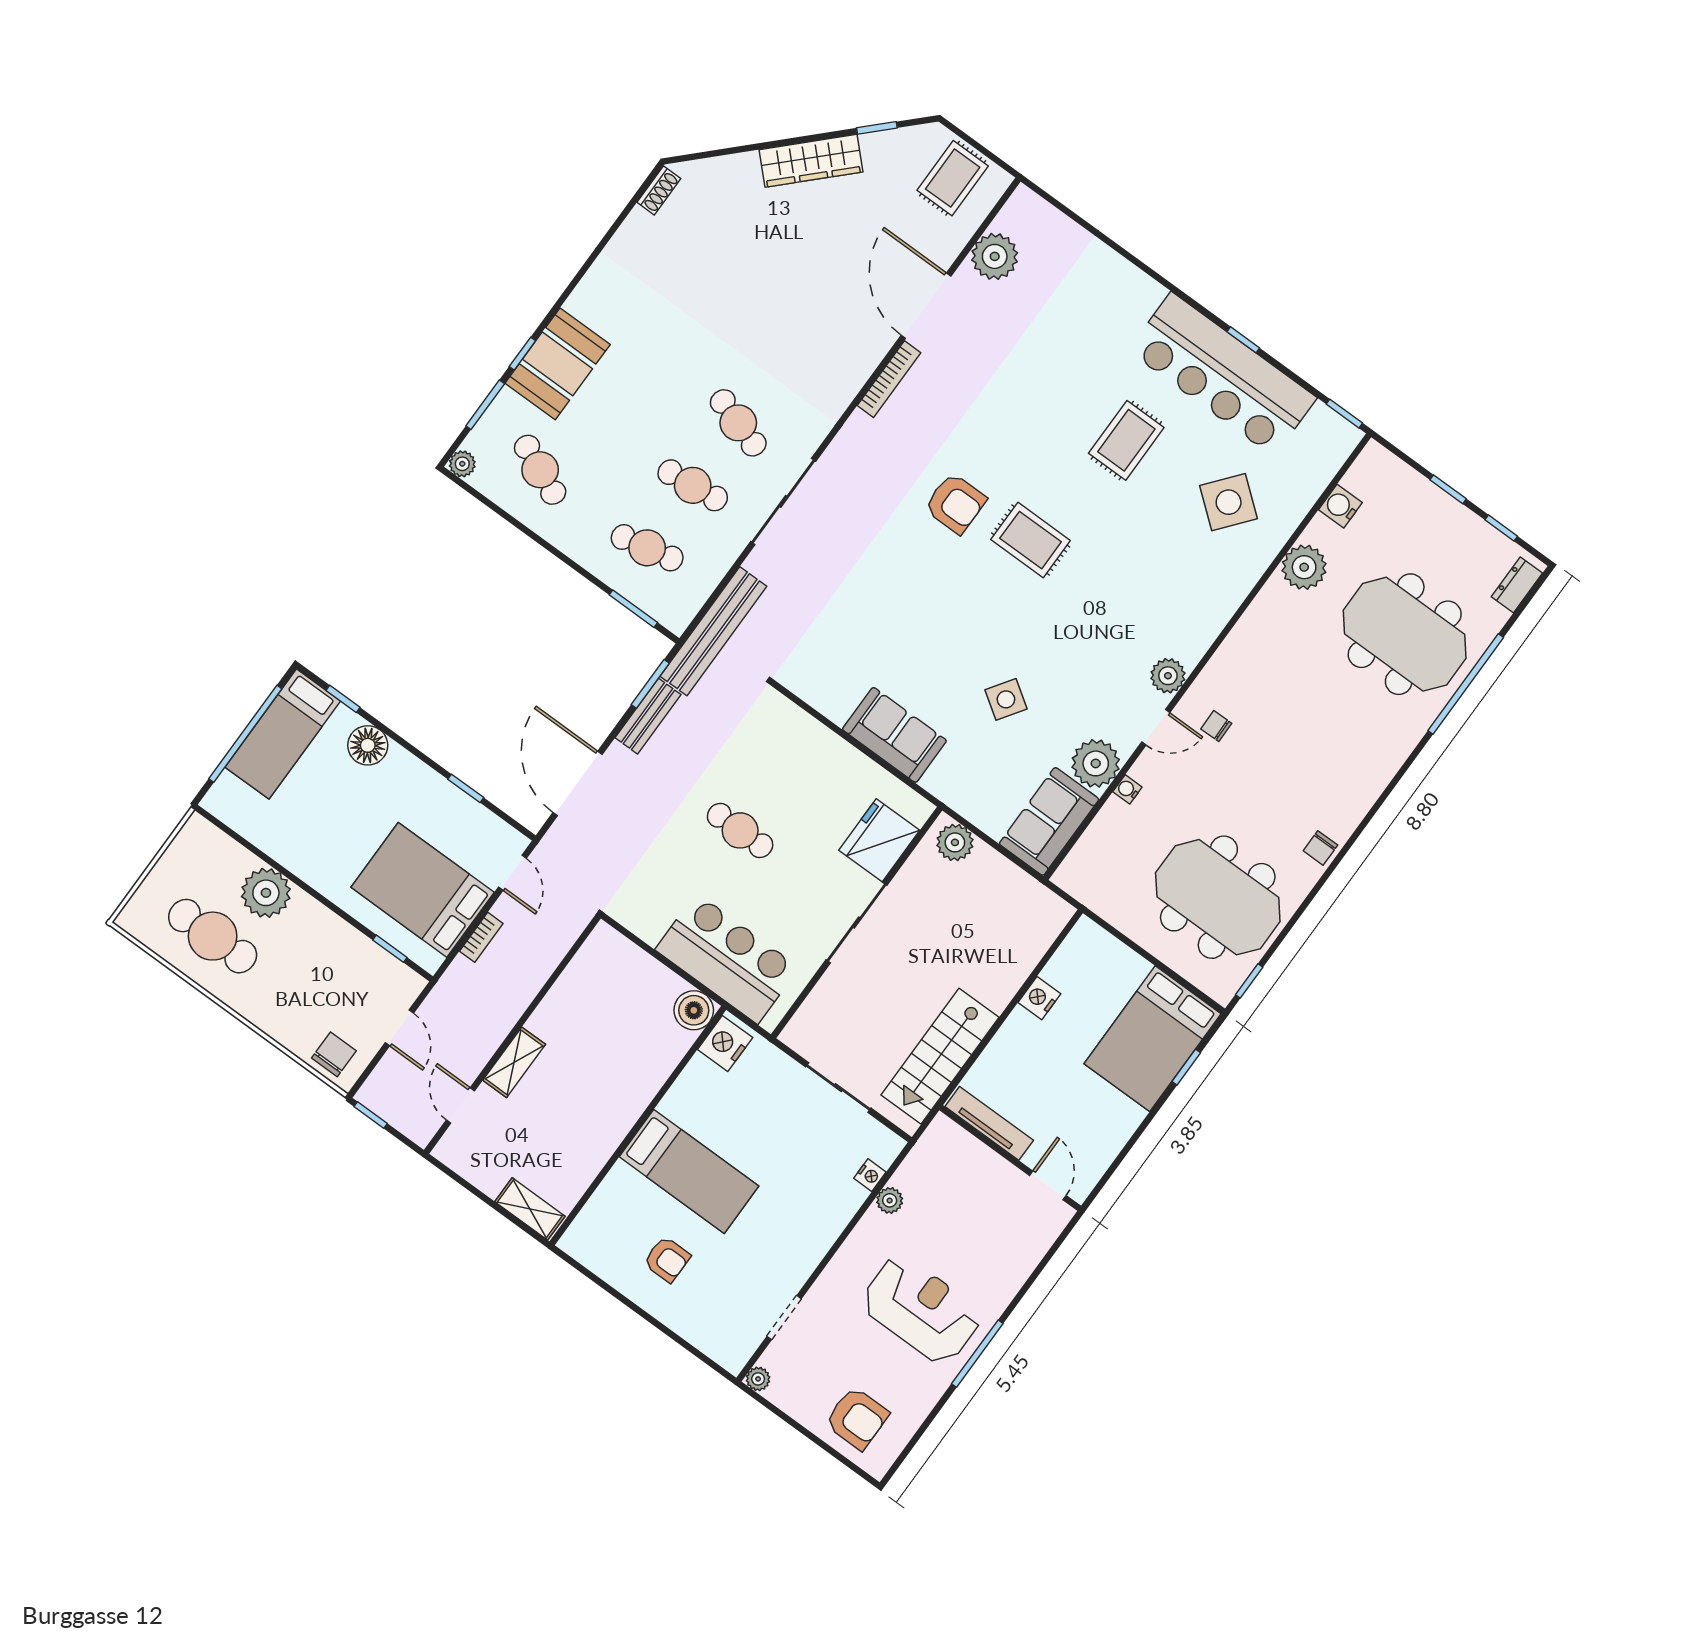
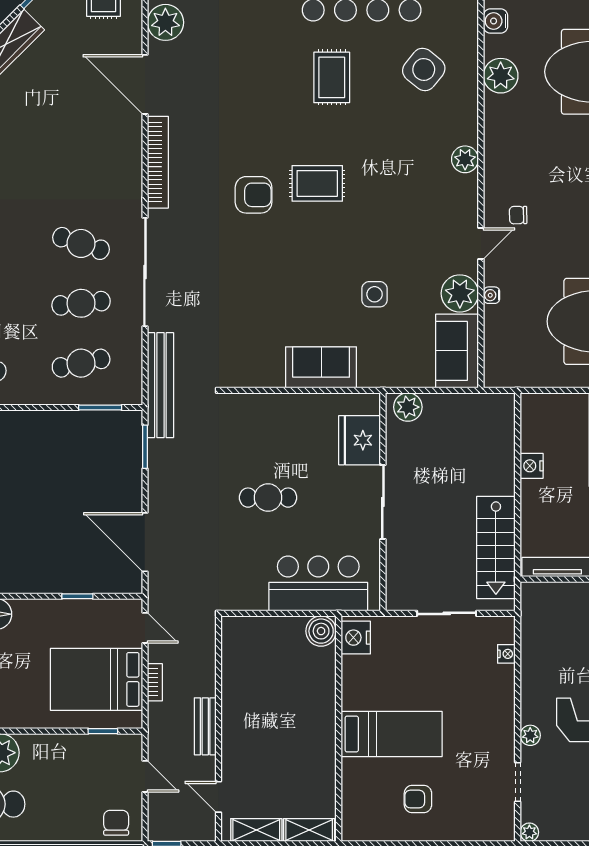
bookcase: (889, 379) -> (158, 162), width x1.48, depth x1.31
sliding door: (783, 501) -> (145, 272), width x1.36
plant: (1168, 676) -> (465, 159), moved
side table: (1006, 699) -> (375, 294), turned -34
bench: (648, 716) -> (205, 726), moved
shelving: (514, 1062) -> (256, 830), moved, turned 90
plant: (890, 1200) -> (530, 735), moved
armchair: (667, 1259) -> (418, 799), turned 180

